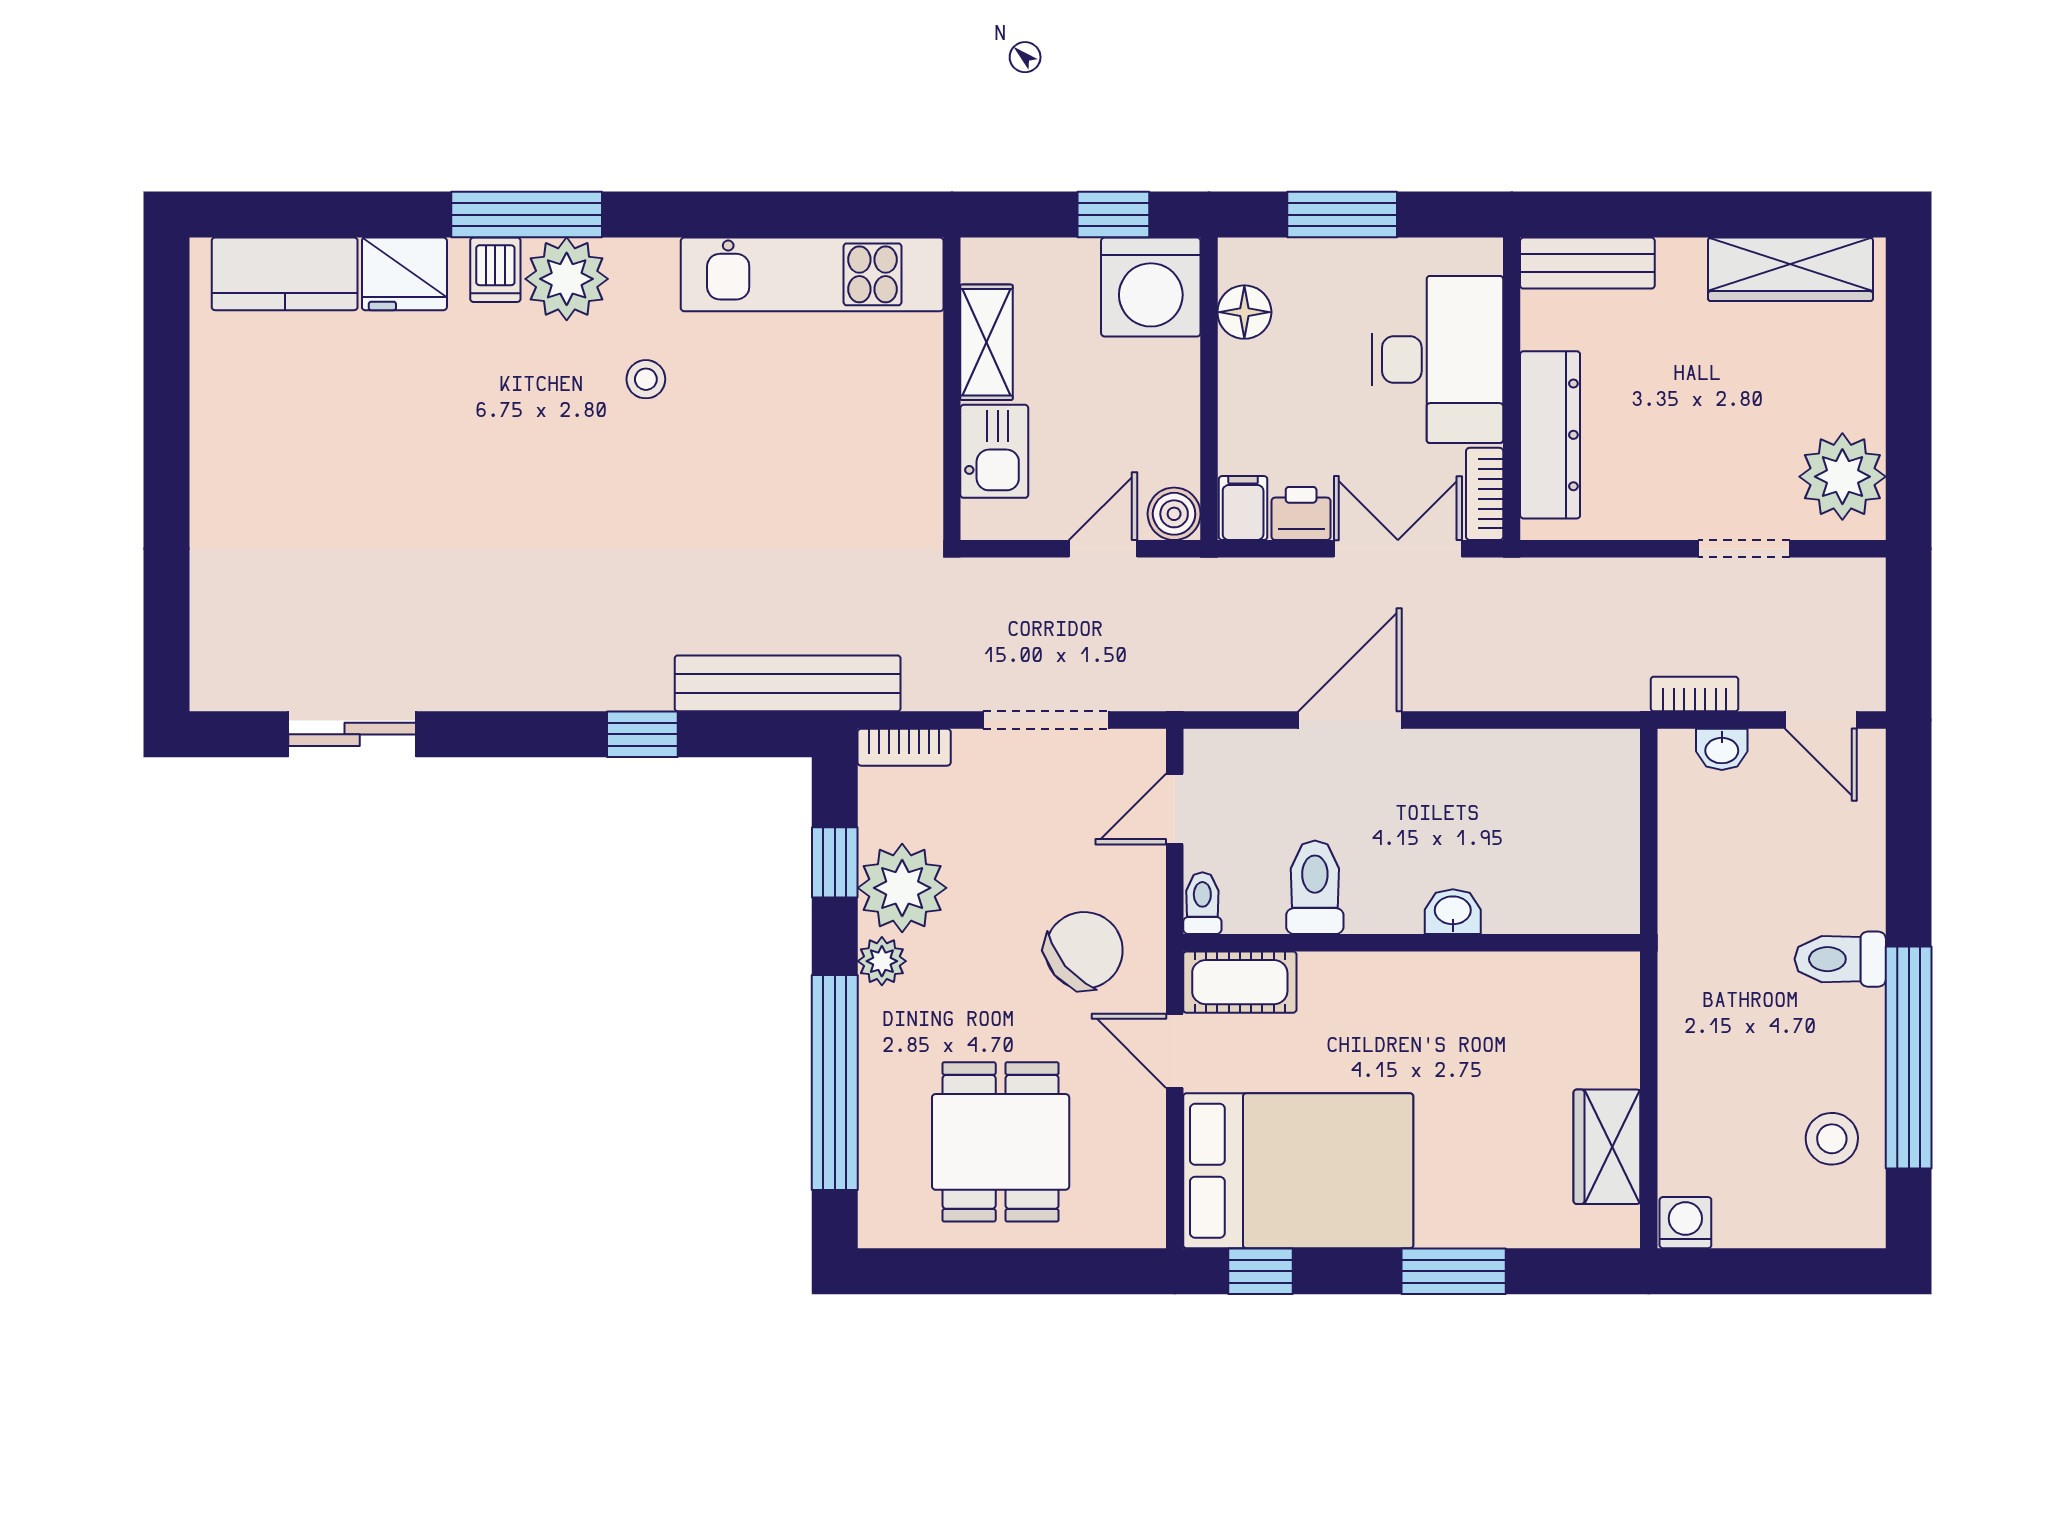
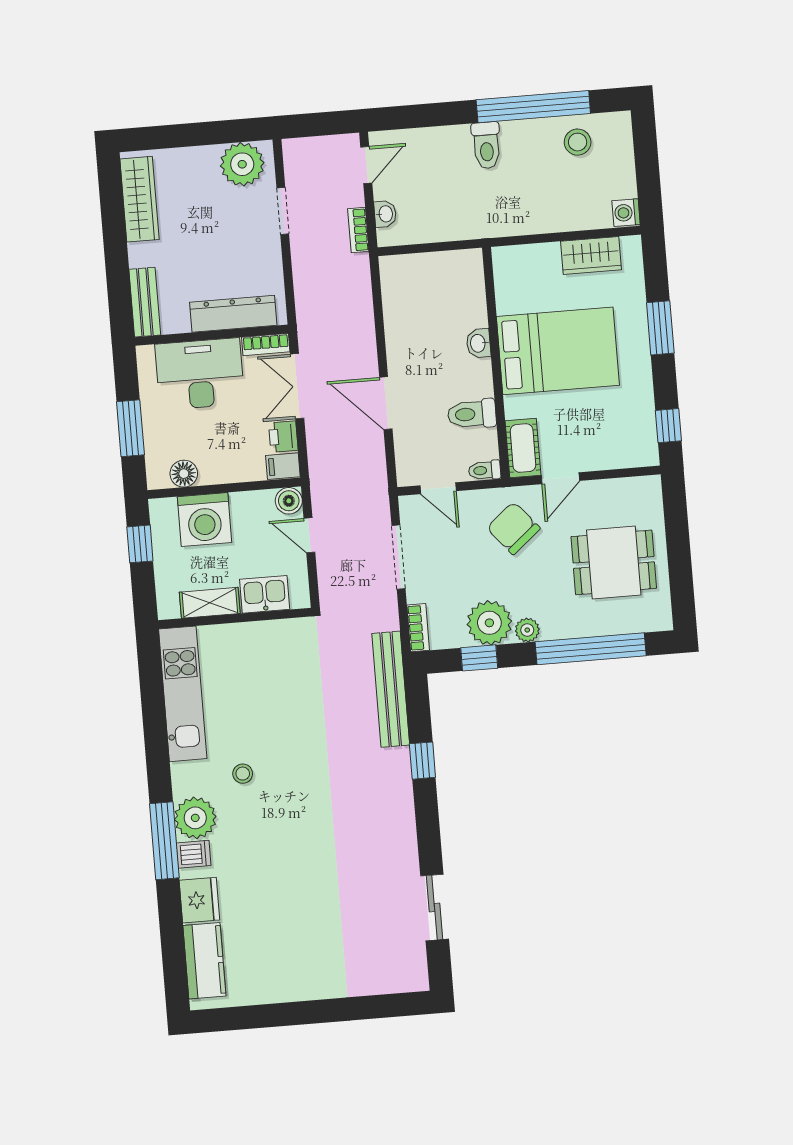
washing machine: (1151, 287) -> (204, 520), moved, turned 90
bed: (1298, 1171) -> (558, 351), moved, turned 90

